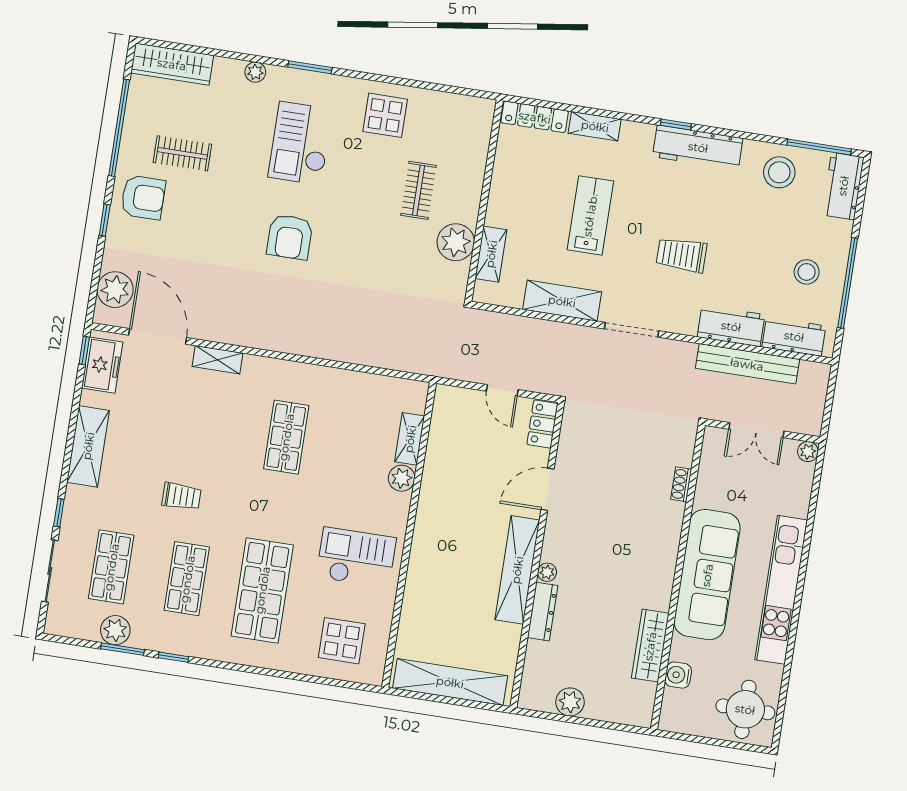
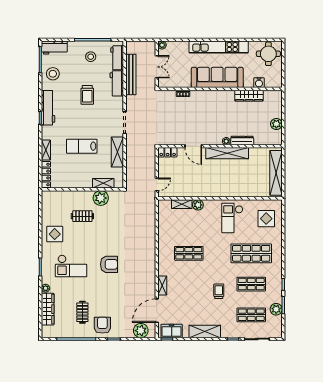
wardrobe: (172, 64) -> (48, 309), moved
trolley: (681, 255) -> (87, 95), moved
door: (502, 390) -> (157, 184), moved

